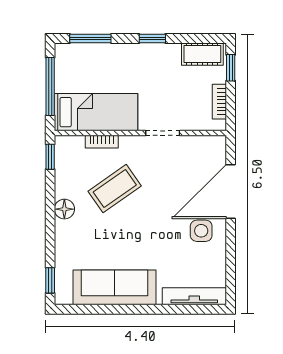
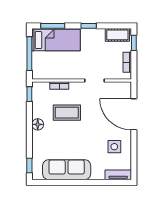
bed: (96, 112) -> (56, 40), moved
coffee table: (115, 189) -> (67, 113), turned 35
door: (231, 191) -> (134, 114), hinge flipped
side table: (201, 231) -> (114, 147), moved
tv unit: (194, 296) -> (118, 175), width x0.71

